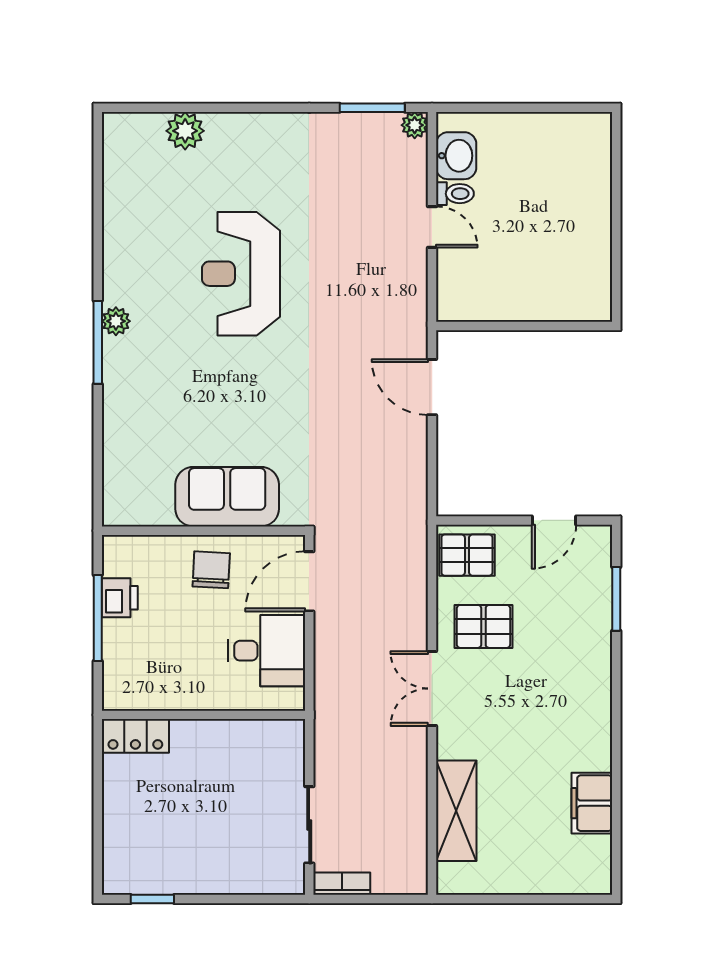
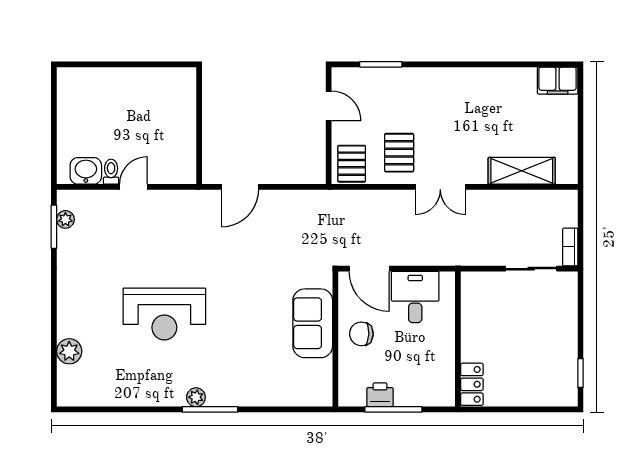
plant: (415, 125) -> (65, 219), moved
filing cabinet: (592, 803) -> (558, 81), moved

